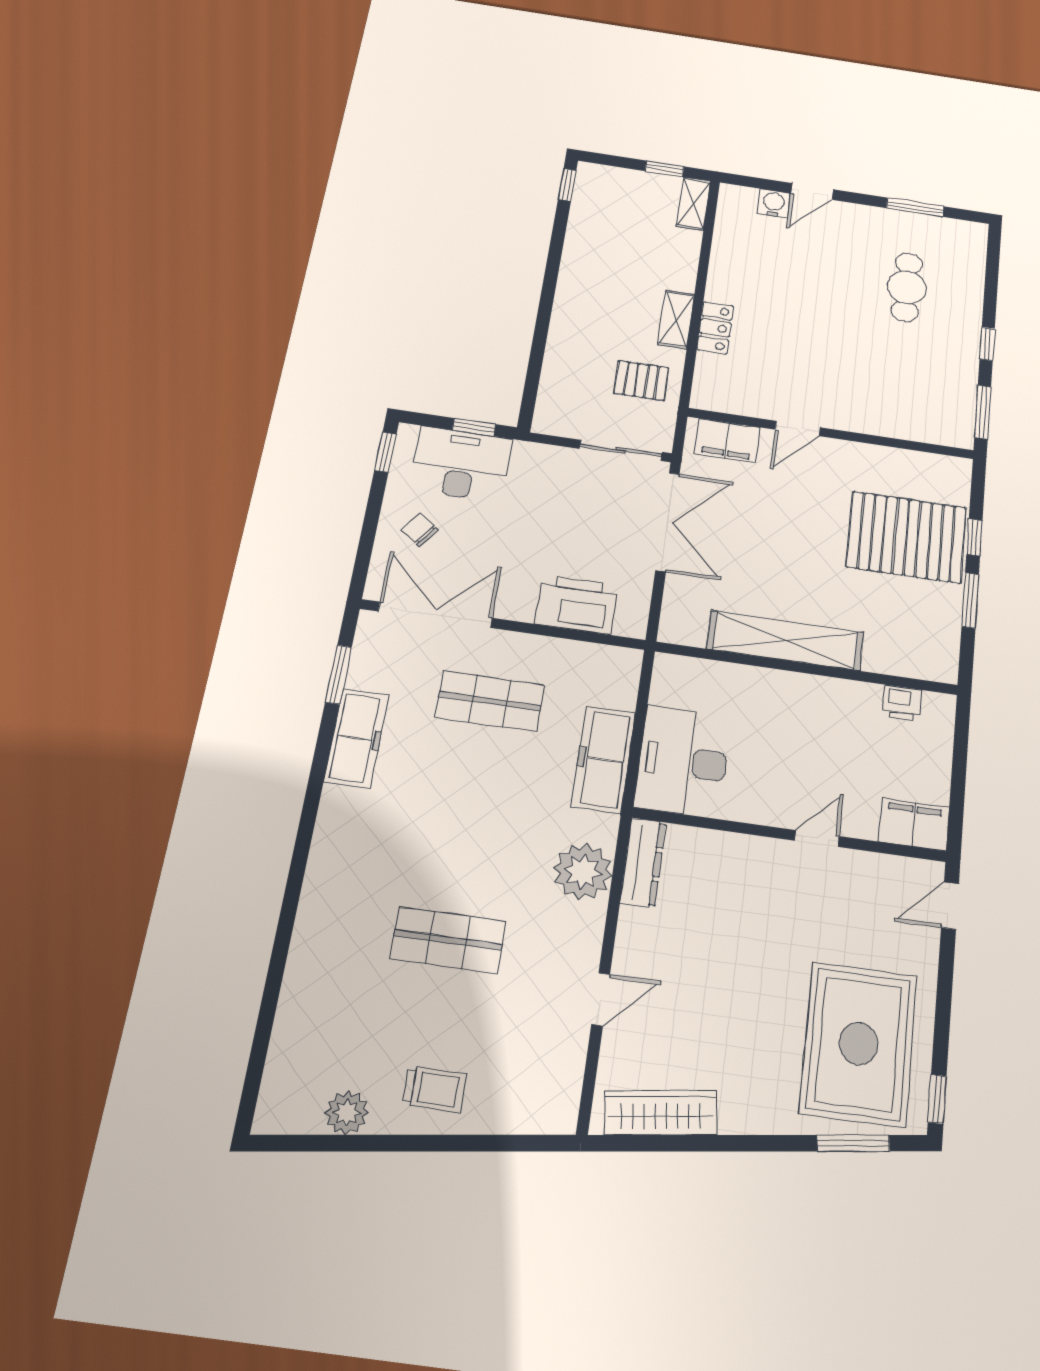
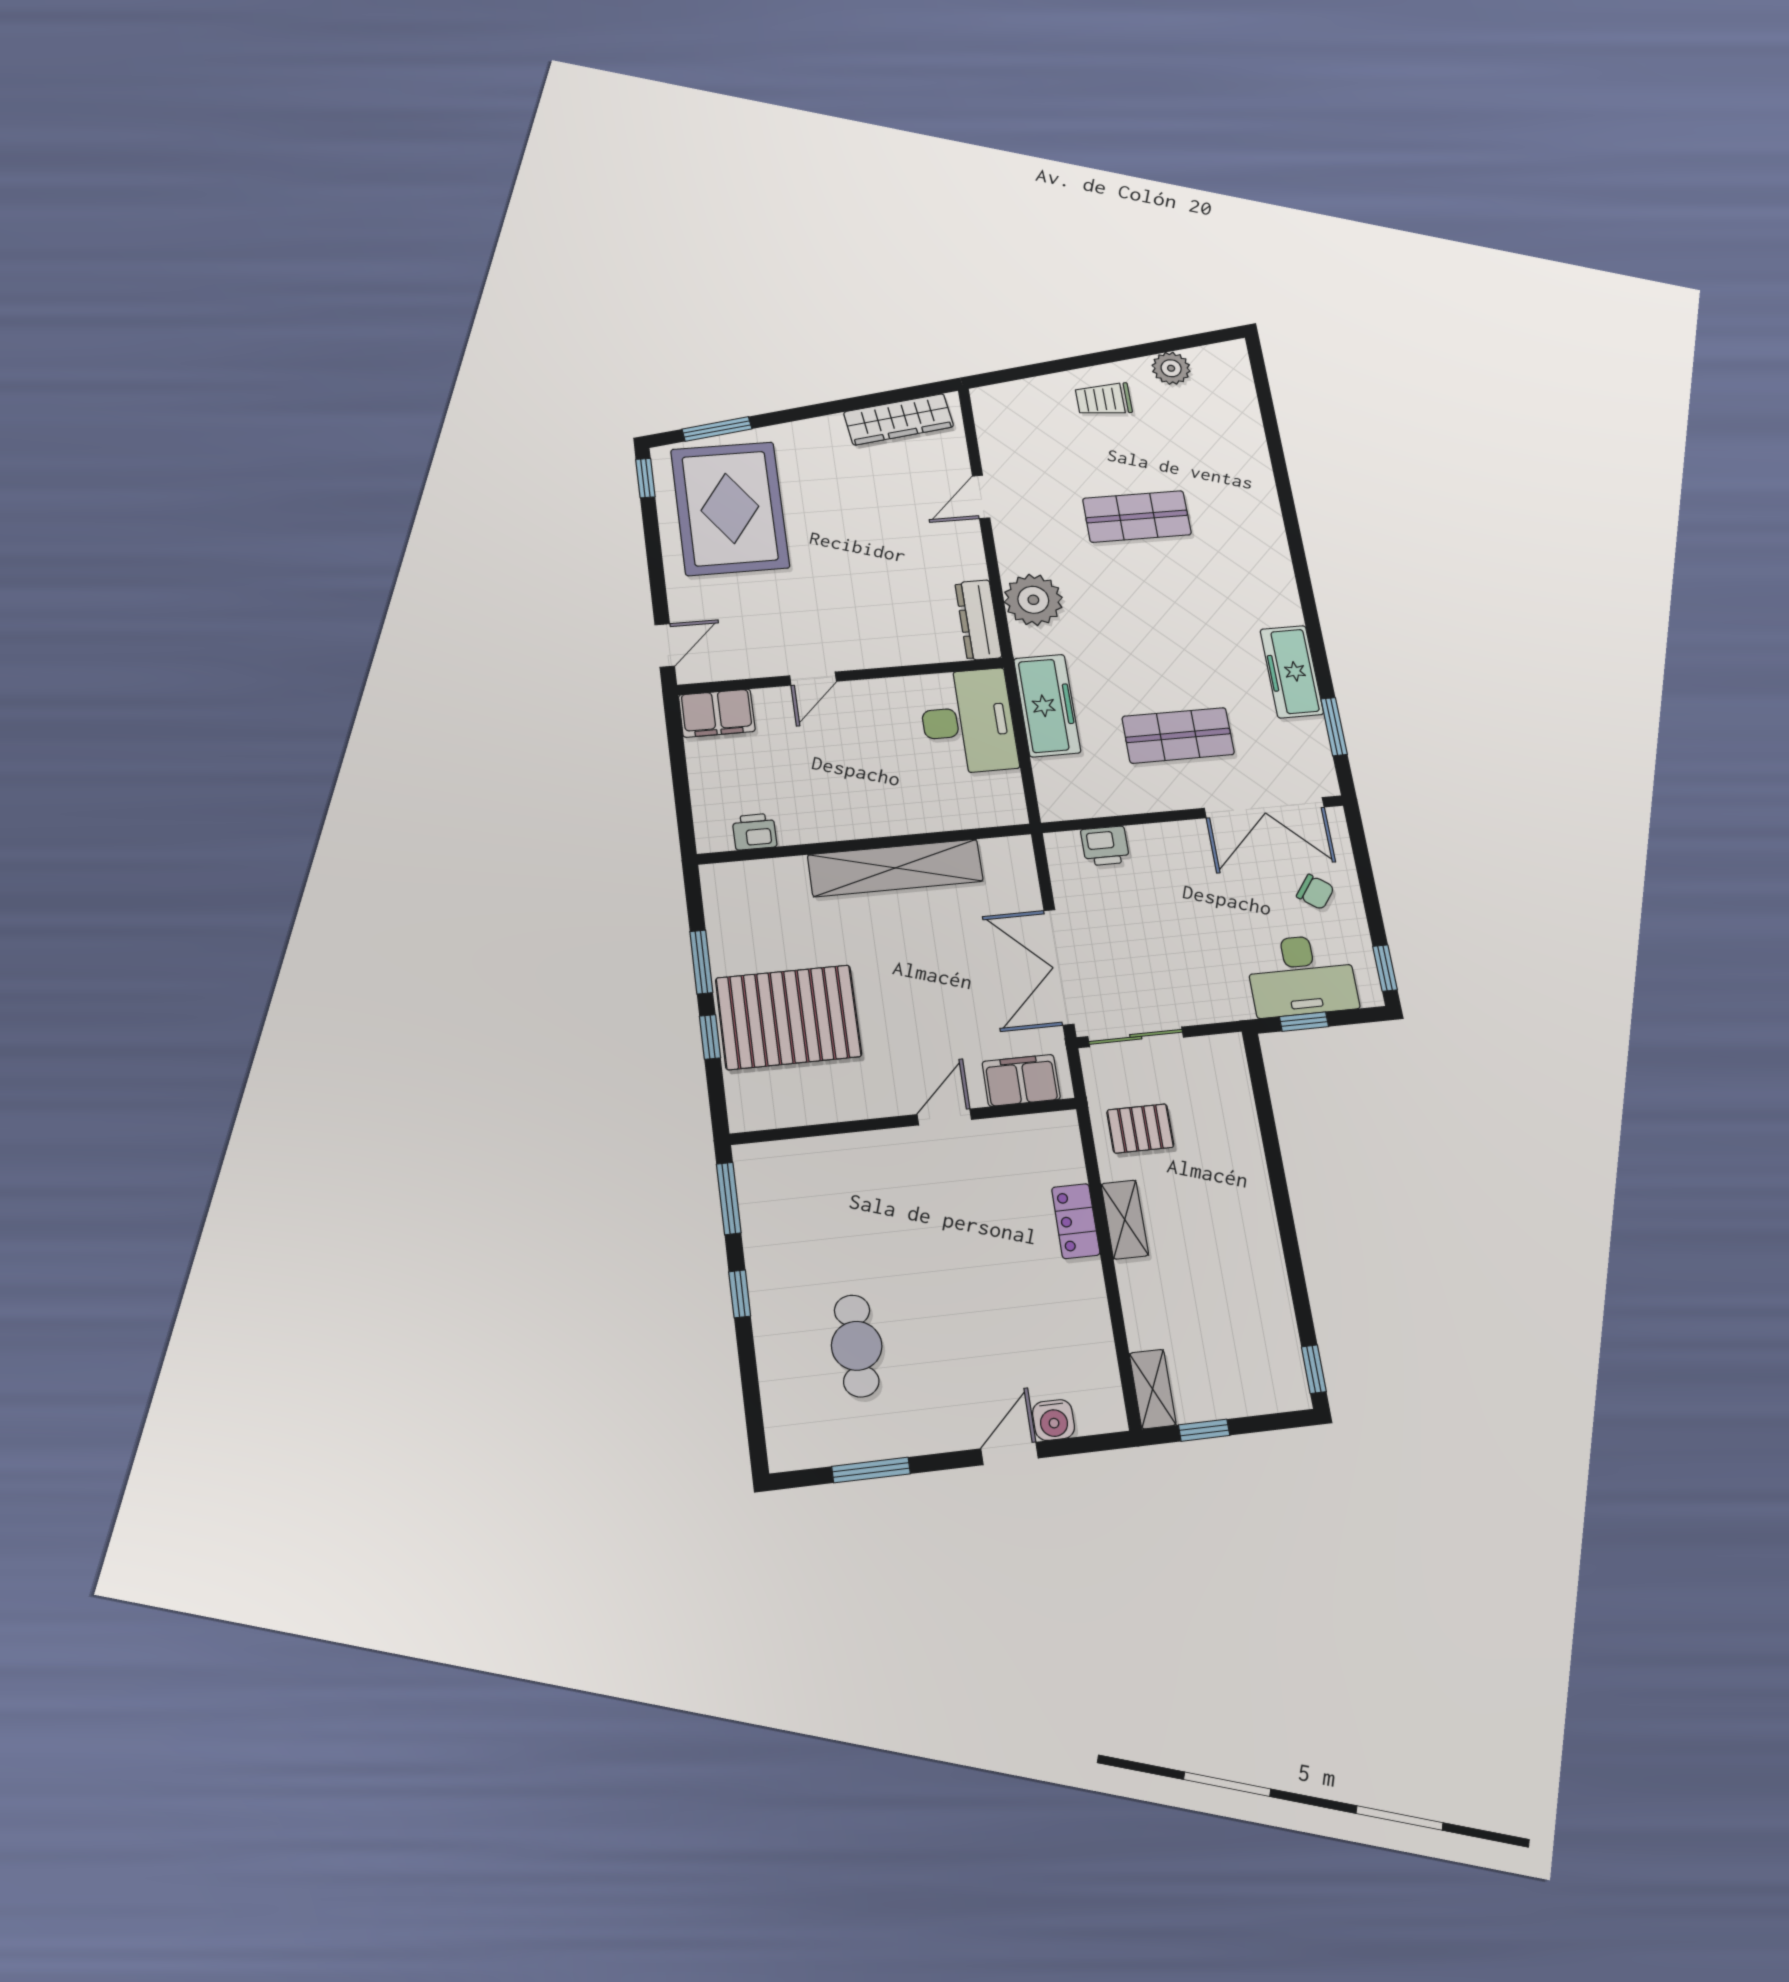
printer: (577, 605) -> (1105, 846), width x0.53, depth x0.68

